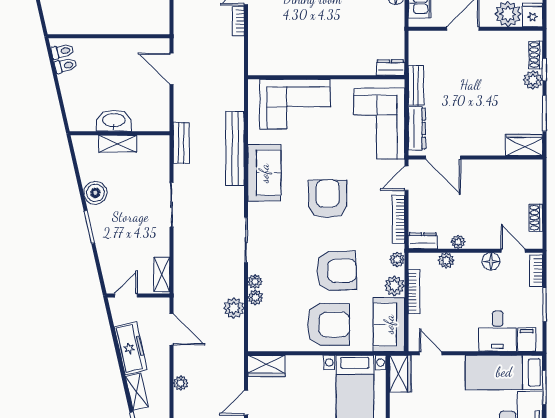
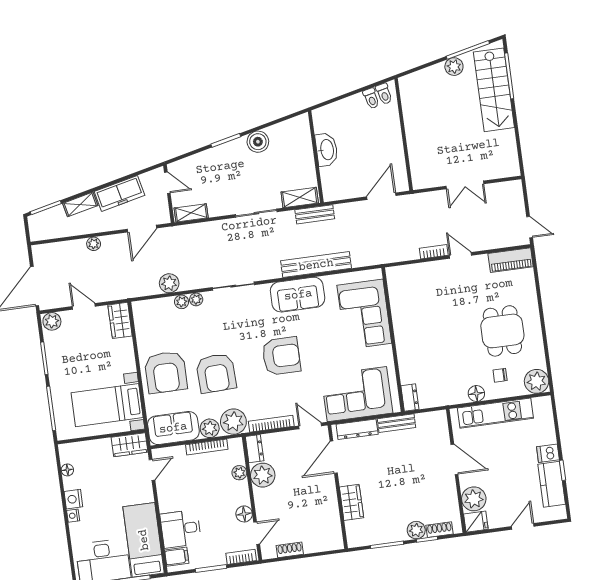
shelving: (118, 144) -> (300, 197), moved, turned 90
wardrobe: (524, 145) -> (351, 502), moved
plant: (458, 242) -> (263, 475), width x1.88, depth x1.88
plant: (397, 259) -> (233, 422), width x1.88, depth x1.88

